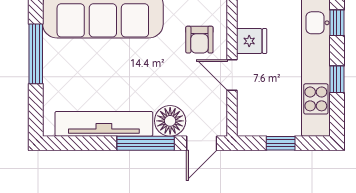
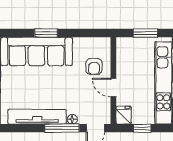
fridge: (252, 41) -> (124, 115), moved, turned -90
floor lamp: (170, 121) -> (72, 119), width x0.53, depth x0.53

